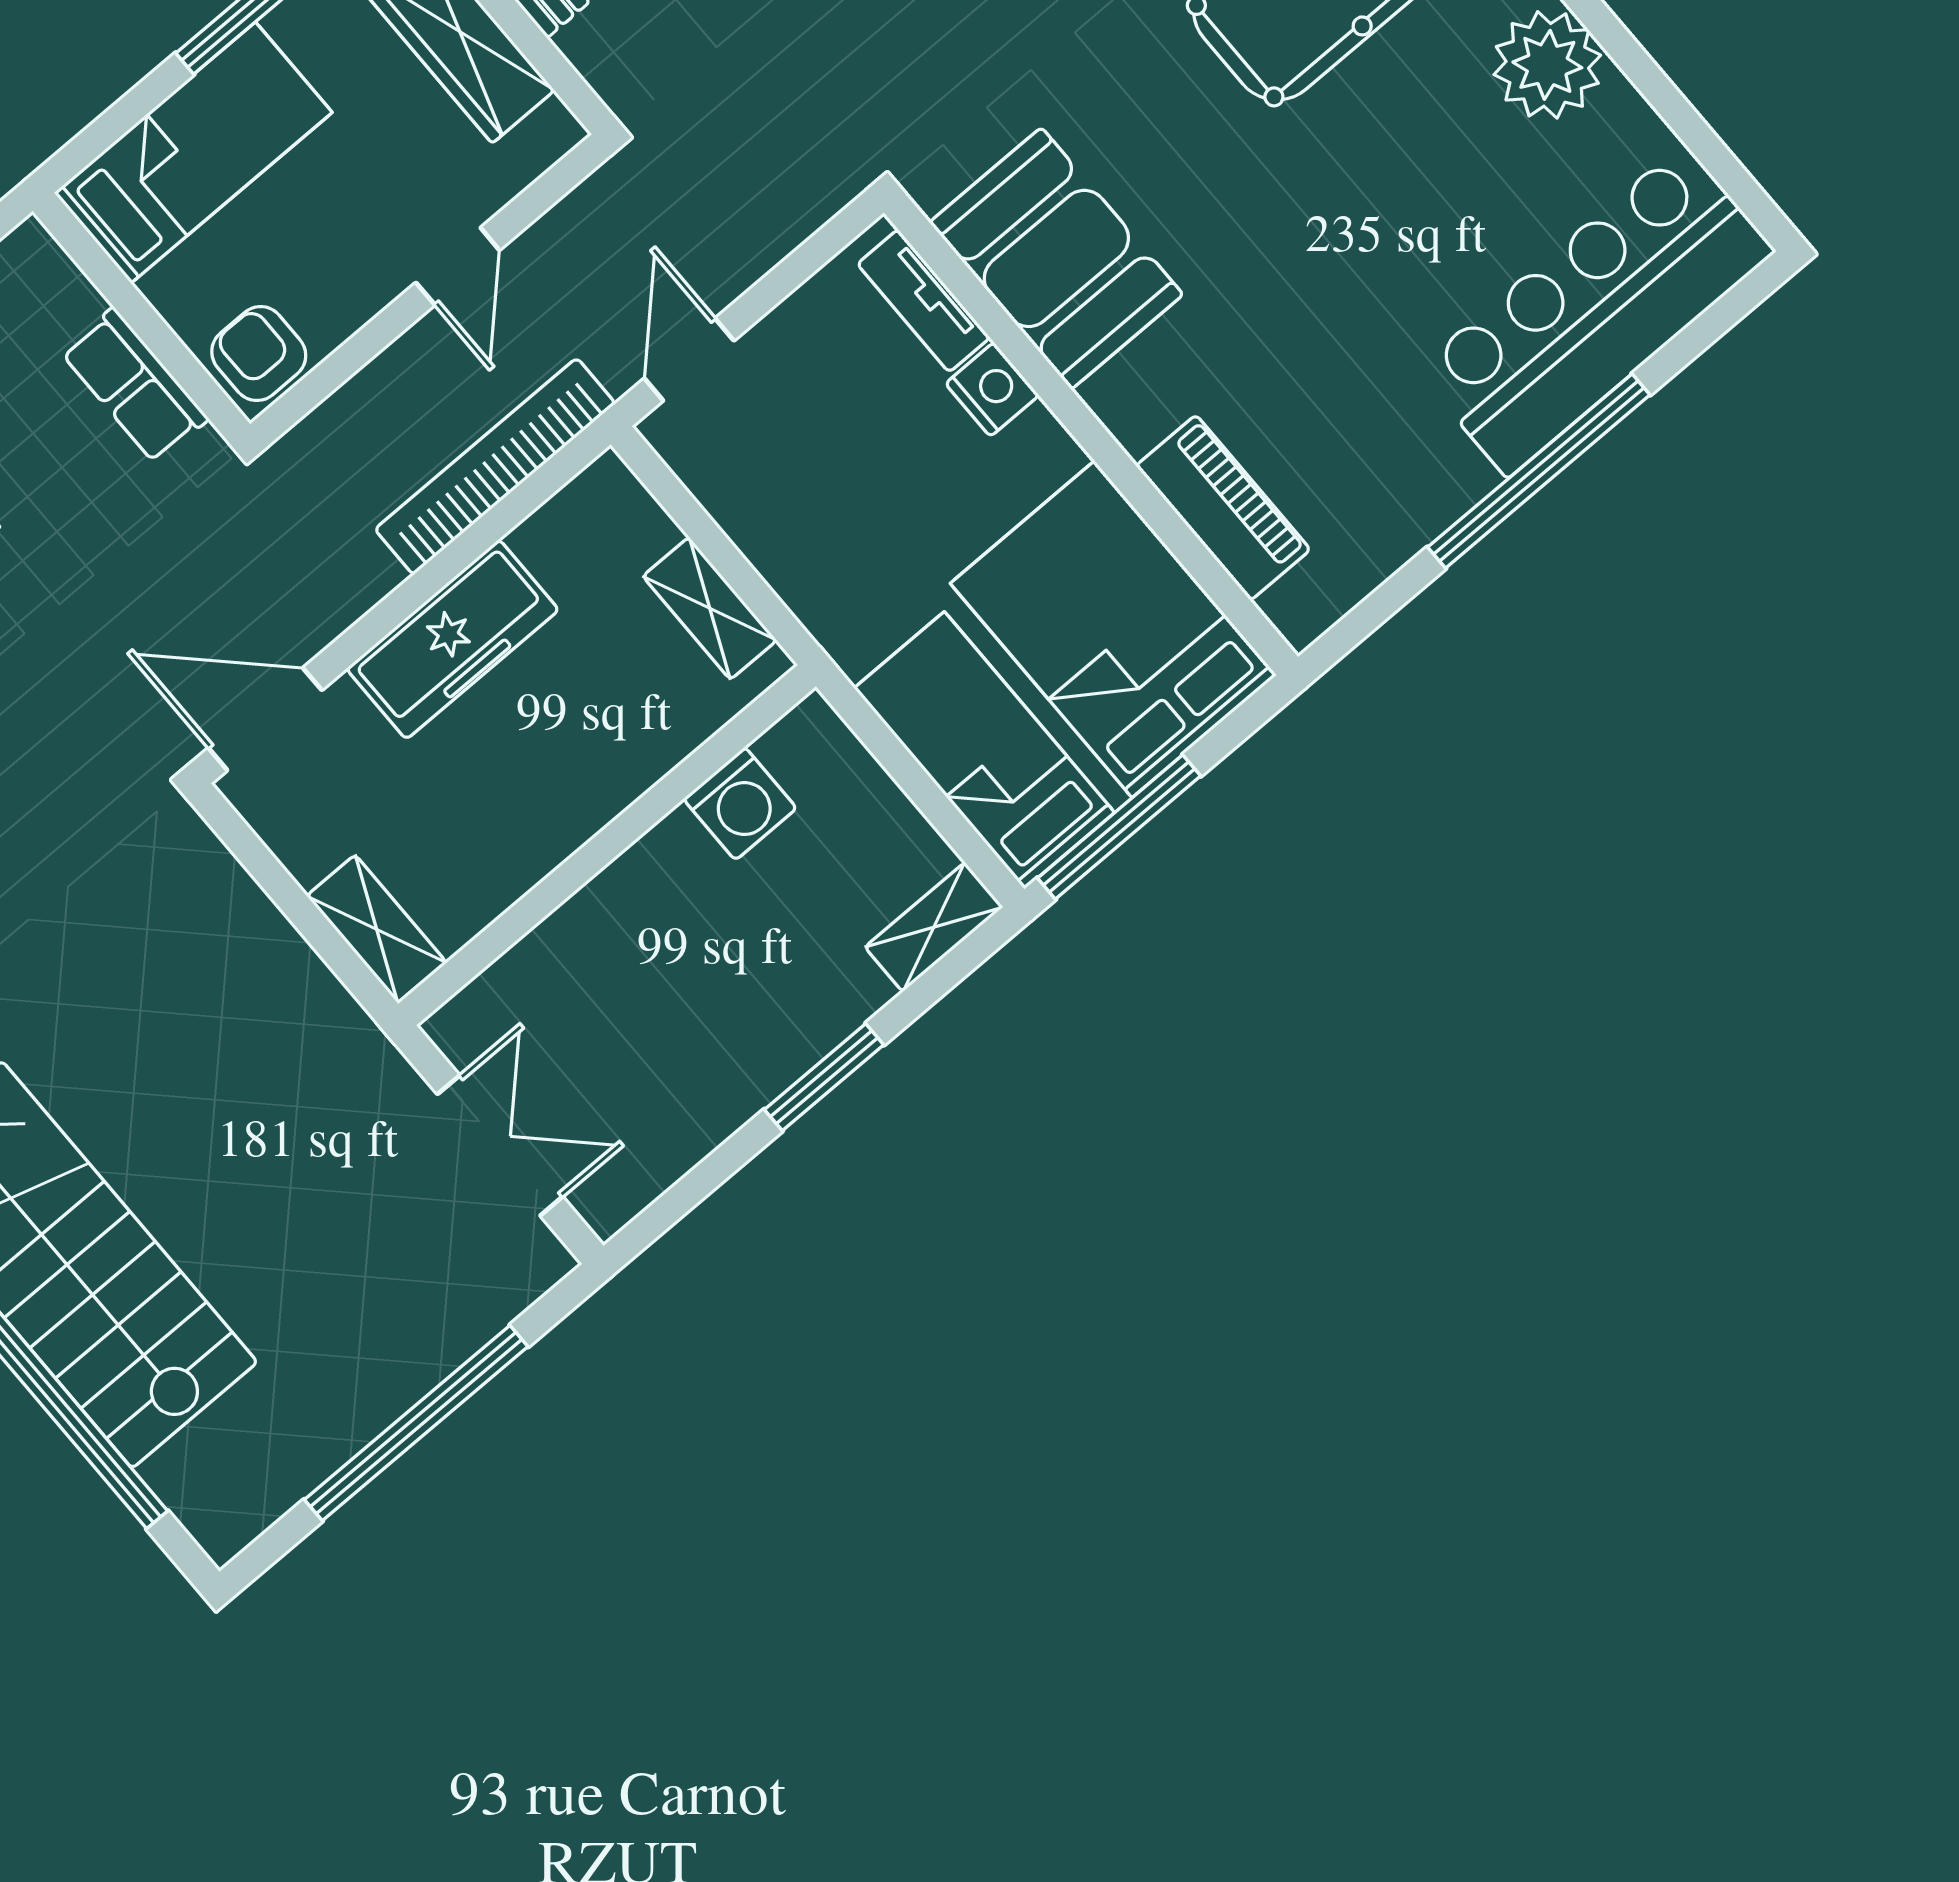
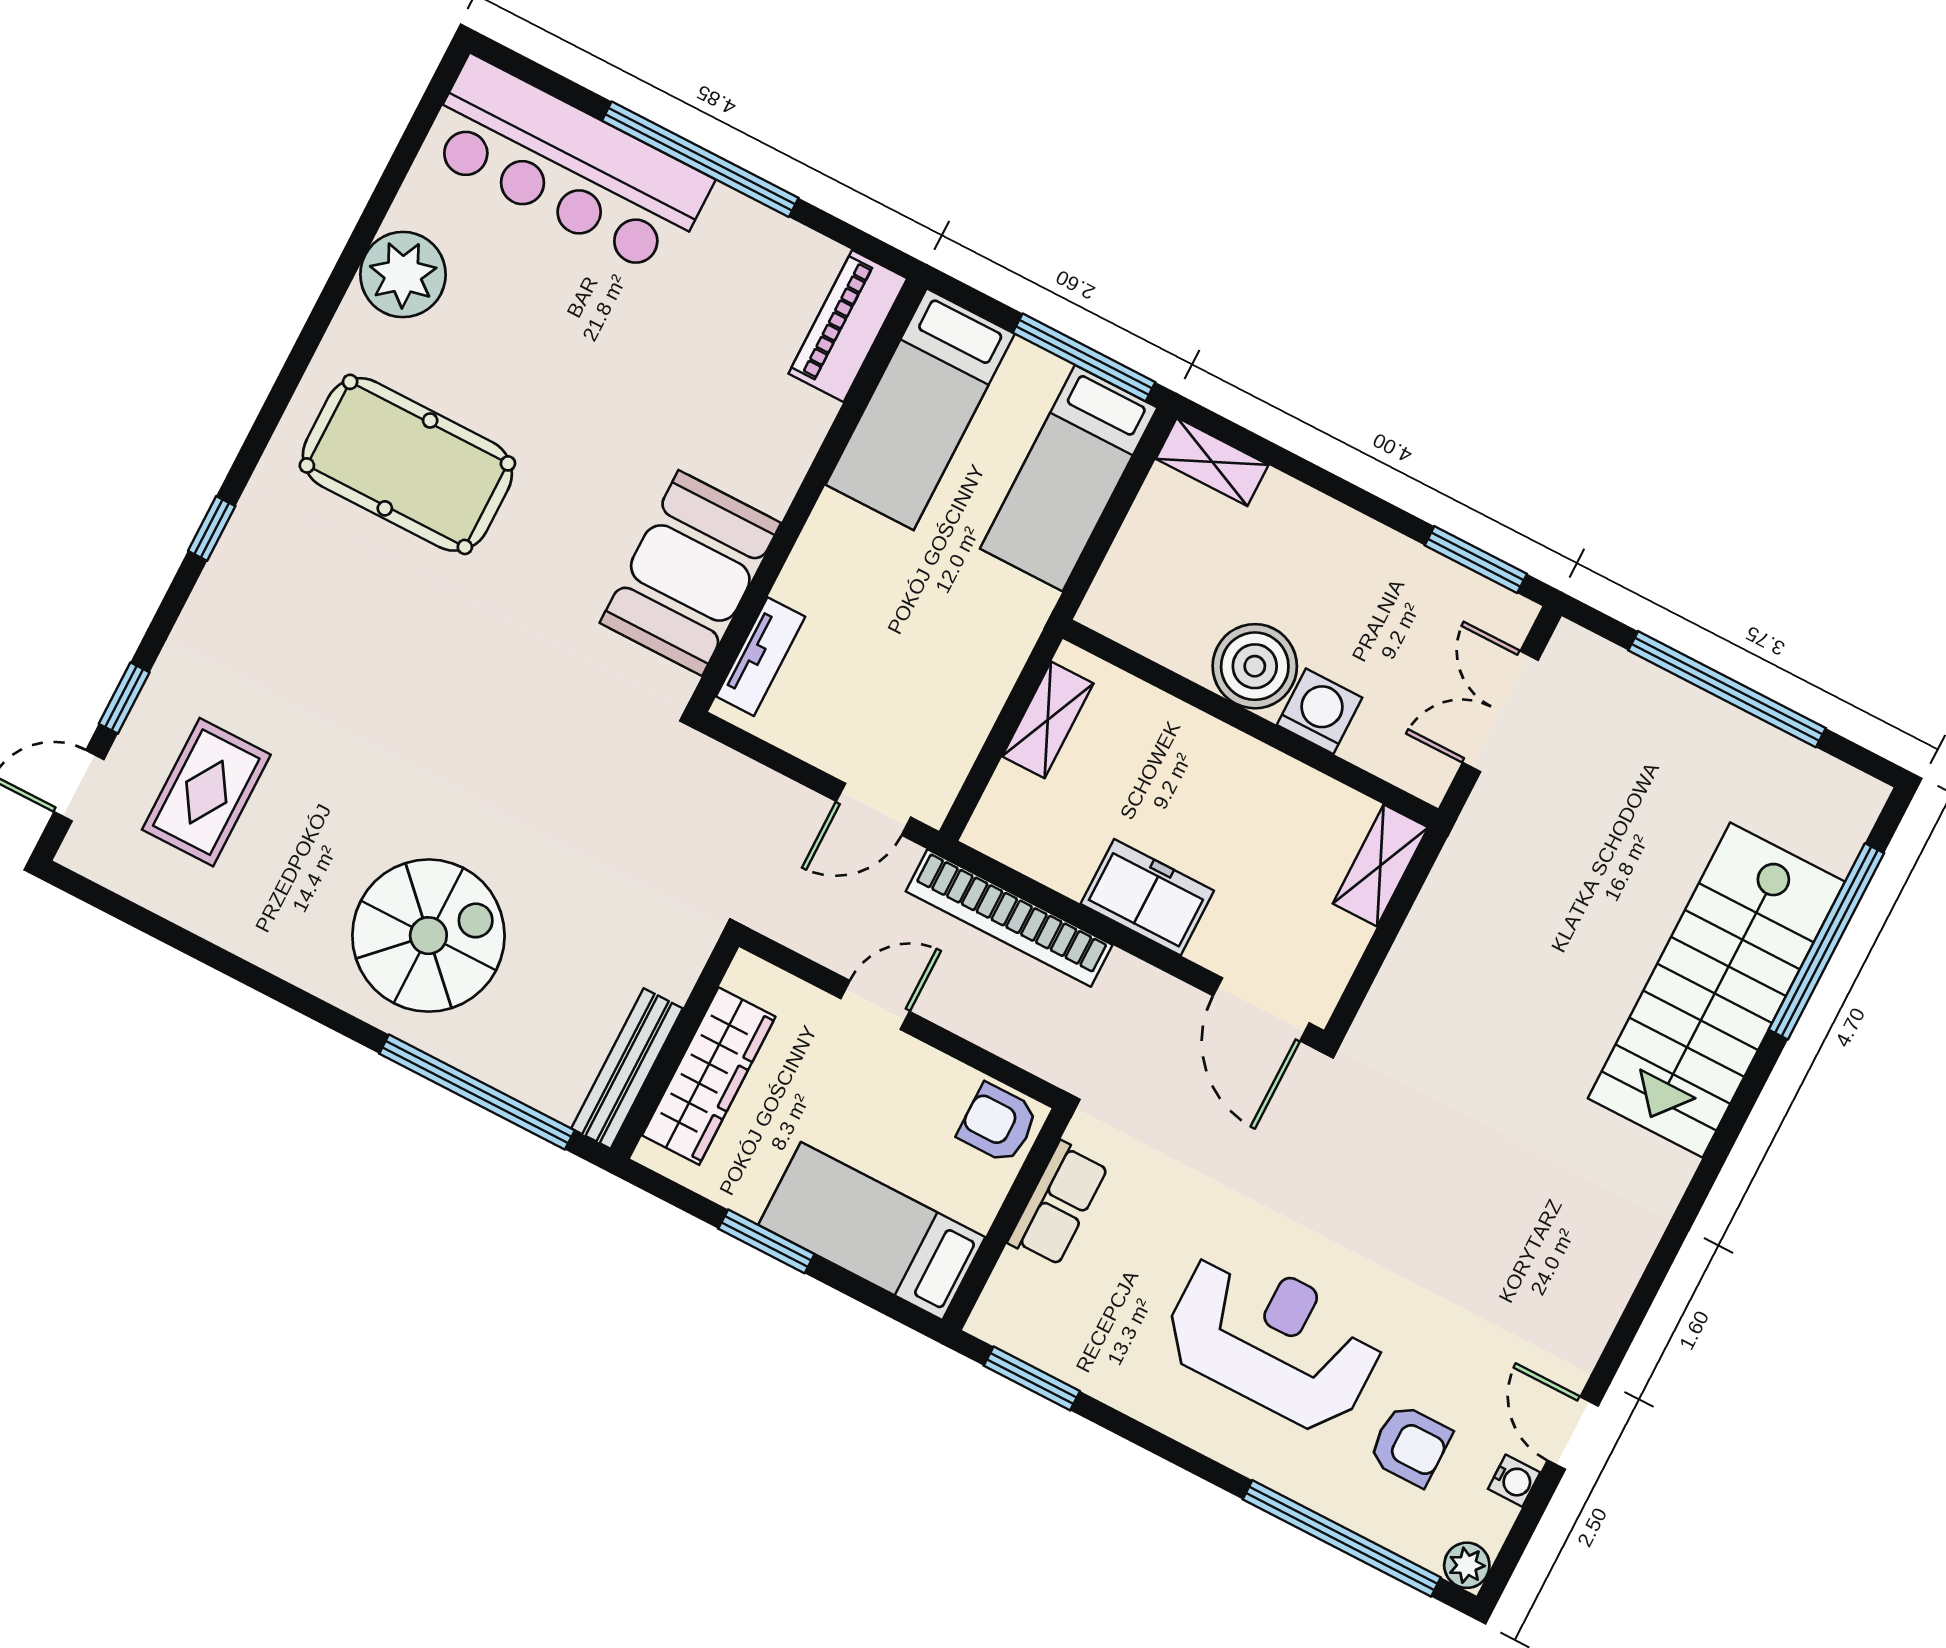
armchair: (259, 354) -> (998, 1123), turned 90
nightstand: (992, 389) -> (805, 580), removed
piano: (1223, 508) -> (848, 326), moved
bed: (1113, 629) -> (920, 409), width x0.67
freezer: (453, 639) -> (1147, 897), width x0.71
washing machine: (740, 804) -> (1320, 711), moved
boiler: (672, 878) -> (1255, 666), added
window: (824, 1077) -> (1476, 560), moved

